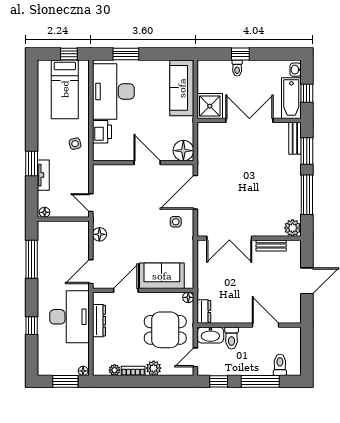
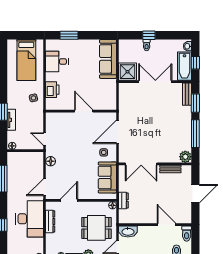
window: (69, 54) -> (29, 35), removed
desk: (113, 91) -> (57, 61), width x0.53, depth x0.77
floor lamp: (183, 151) -> (109, 103), removed
sofa: (162, 276) -> (107, 177), moved, turned -90
dresser: (204, 311) -> (123, 201), moved
toilet: (232, 338) -> (187, 234), moved

